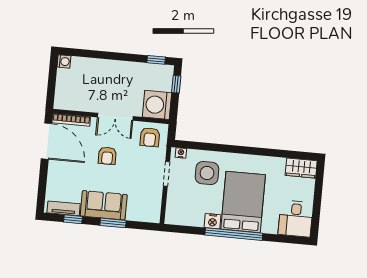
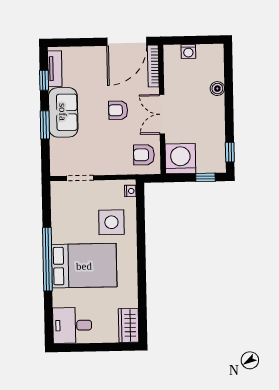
washing machine: (64, 61) -> (188, 51), moved
boiler: (98, 65) -> (217, 89), added
doorway: (166, 174) -> (80, 178), moved
nightstand: (213, 221) -> (59, 234), removed

